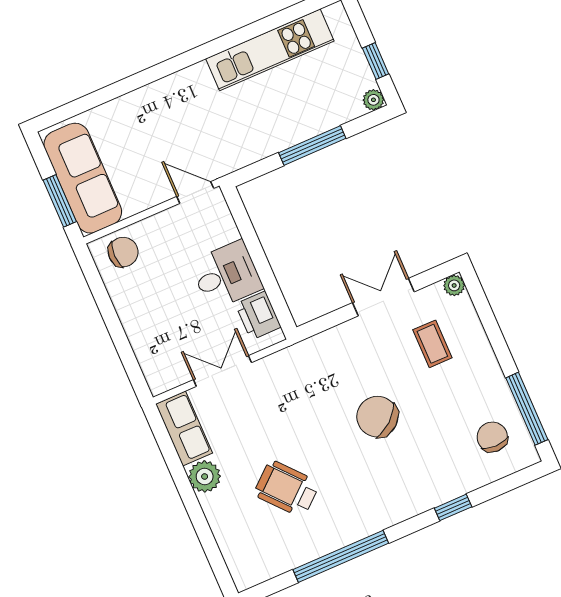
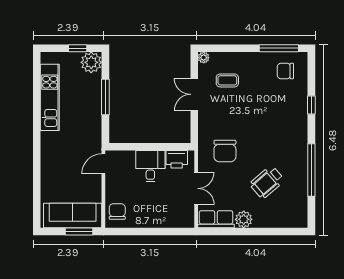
plant: (373, 100) -> (91, 62), width x1.88, depth x1.88
double door: (222, 371) -> (196, 188), swing flipped
chair: (377, 417) -> (225, 151), moved, turned -50

